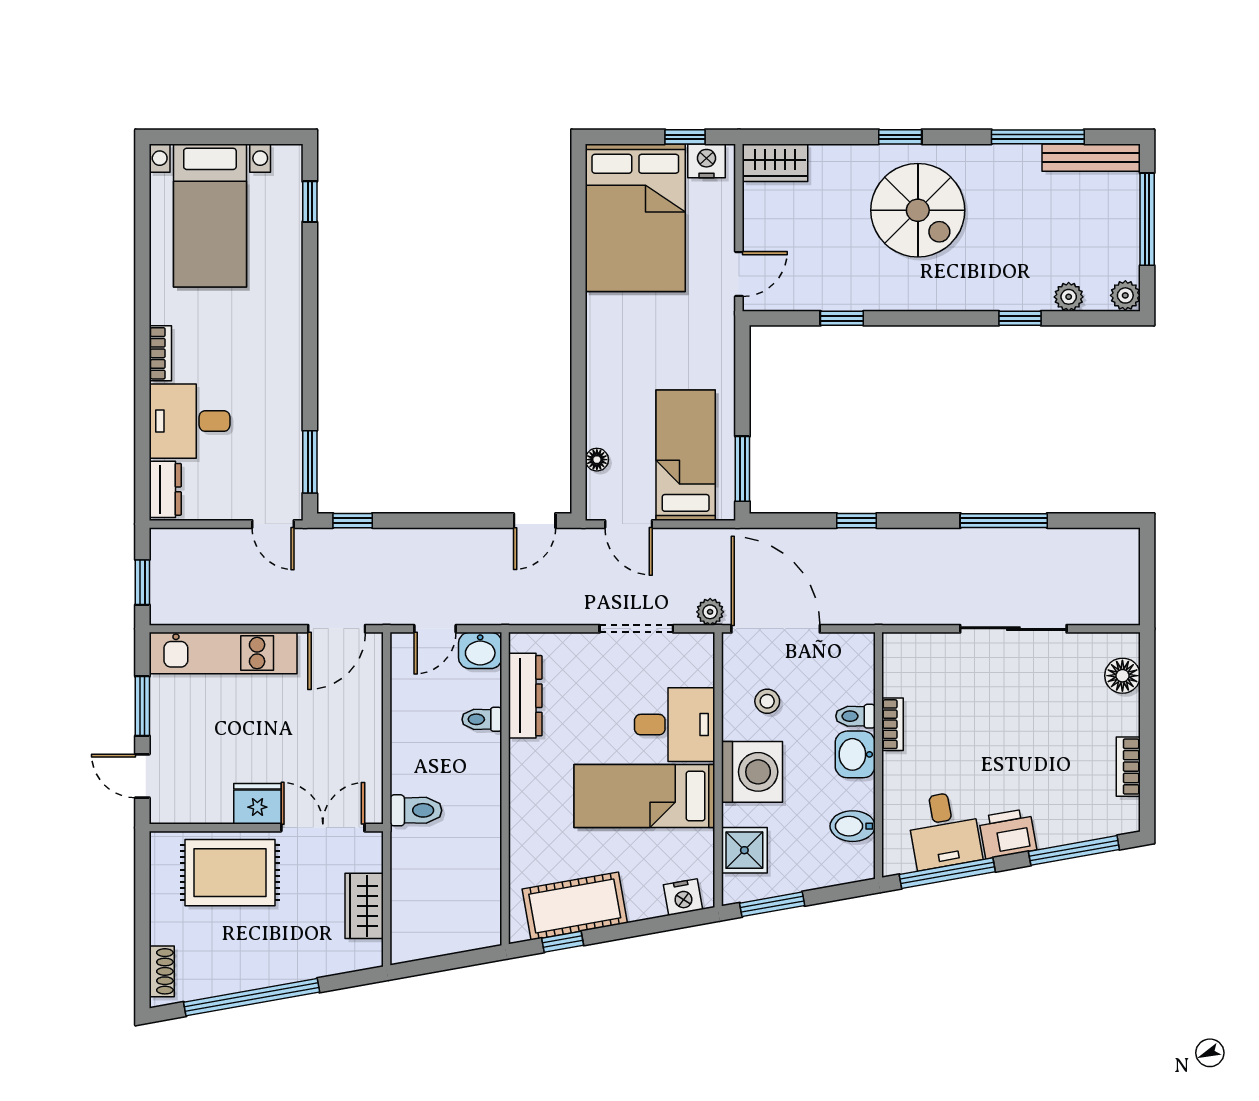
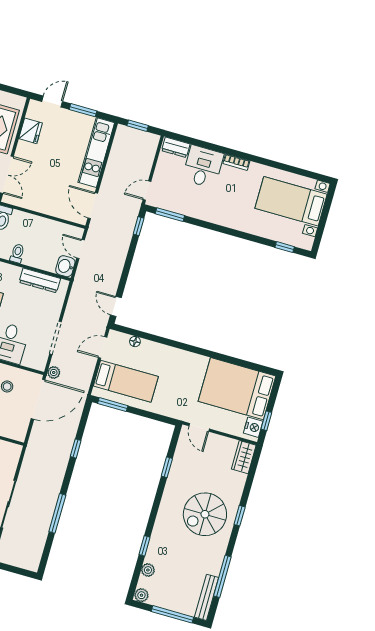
toilet: (482, 719) -> (17, 253), moved
fridge: (257, 804) -> (31, 131), moved

